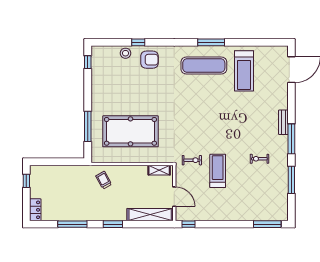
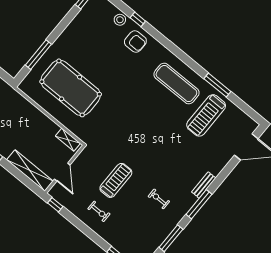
window: (211, 42) -> (217, 85), moved
exercise bike: (192, 160) -> (99, 211), moved
trolley: (104, 180) -> (15, 110), removed

